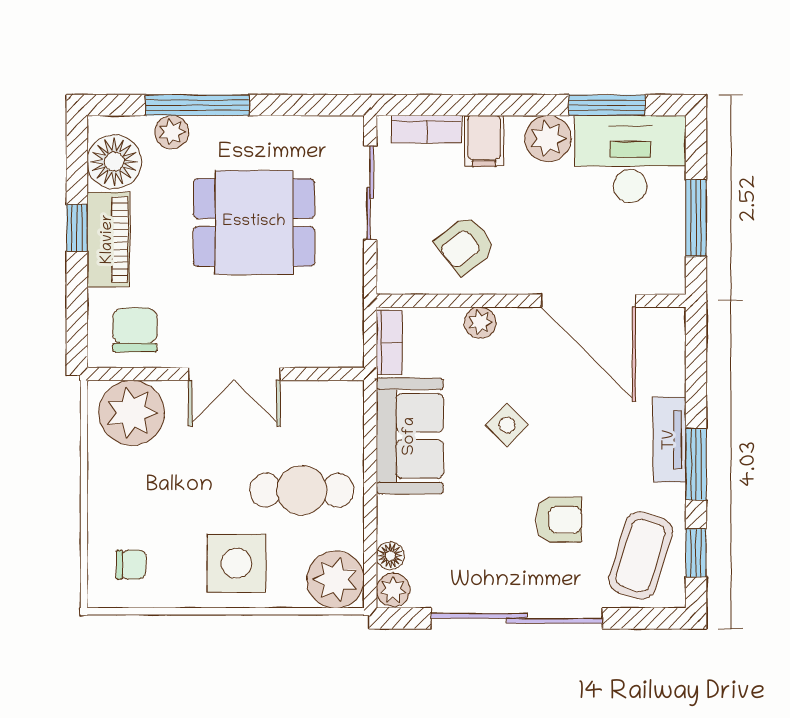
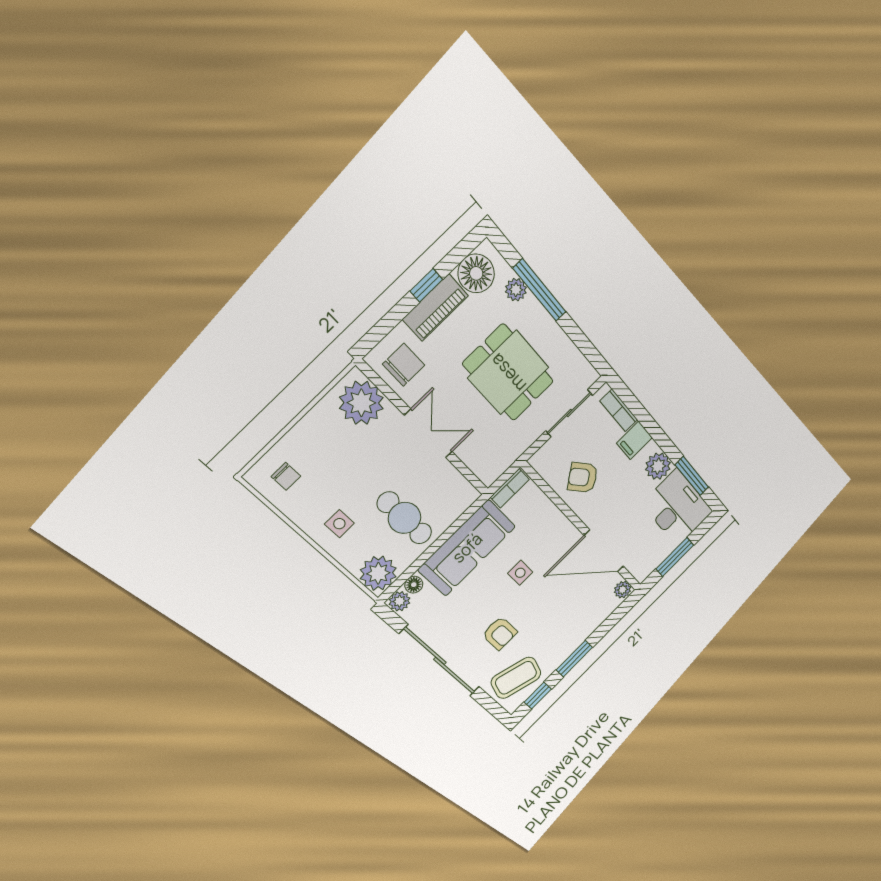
door: (589, 301) -> (604, 551), hinge flipped
plant: (480, 323) -> (623, 590), moved
double door: (234, 374) -> (429, 434), swing flipped
side table: (507, 425) -> (520, 573), turned 45
sofa: (410, 436) -> (467, 548), width x1.36
tv unit: (670, 440) -> (575, 639), removed
side table: (237, 563) -> (339, 524), width x0.54, depth x0.54

